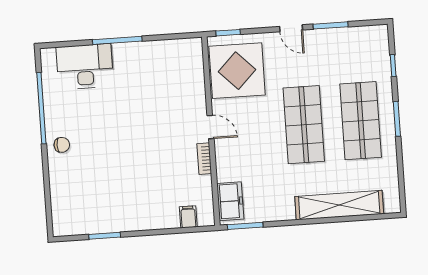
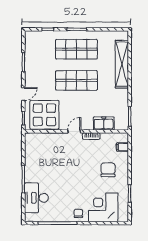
door: (291, 28) -> (23, 94), moved
corner desk: (76, 189) -> (103, 207), added
chair: (145, 193) -> (108, 170), added
freezer: (230, 201) -> (104, 123), moved

